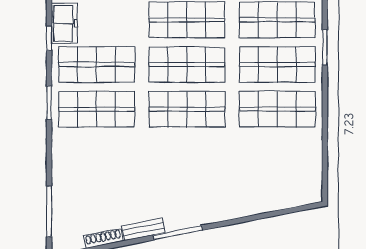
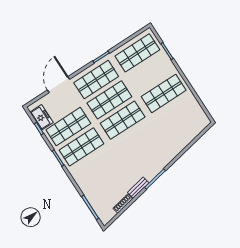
shop shelf: (277, 65) -> (150, 73), removed

